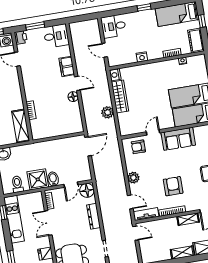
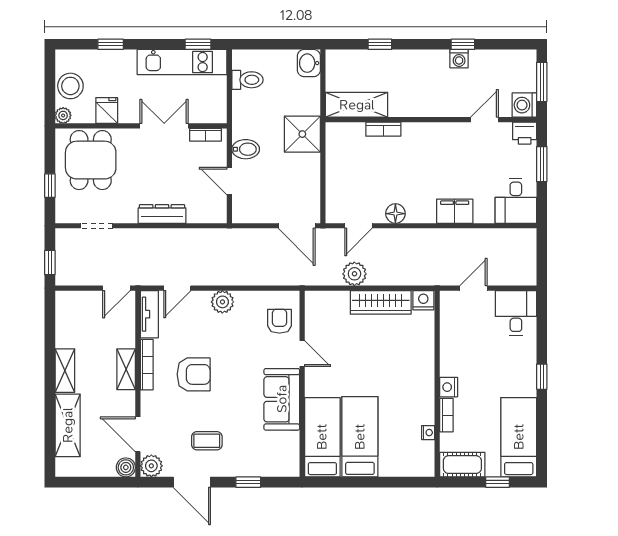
nightstand: (142, 57) -> (449, 387), moved
door: (77, 83) -> (358, 226), moved
shower: (38, 179) -> (302, 134), moved
floor lamp: (87, 190) -> (213, 210), removed
shelving: (188, 219) -> (126, 369), moved

